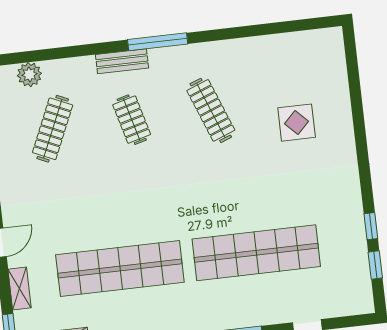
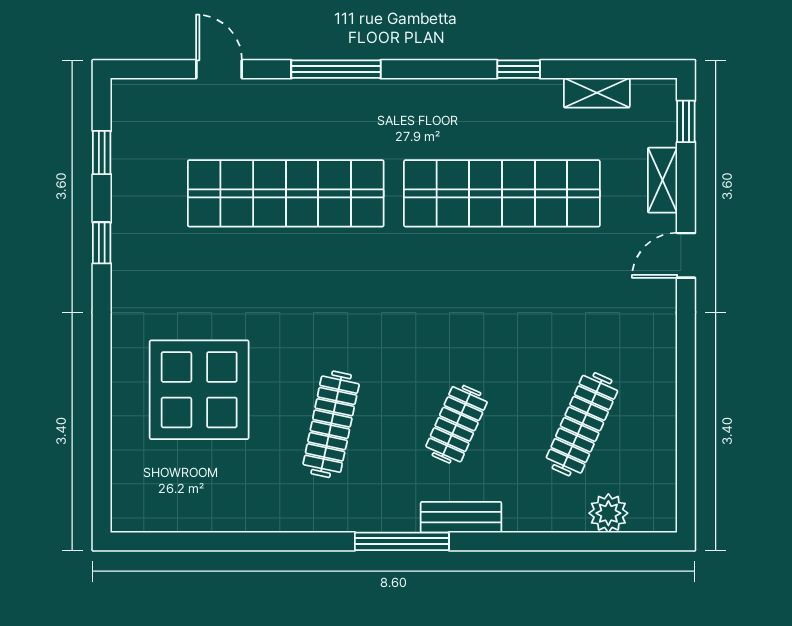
clothes rail: (211, 110) -> (331, 424), turned 33
clothes rail: (132, 120) -> (457, 424), turned 39
display table: (297, 123) -> (199, 390), width x1.86, depth x1.86
window: (371, 226) -> (102, 243), moved

